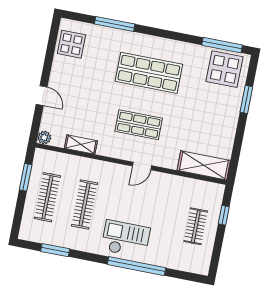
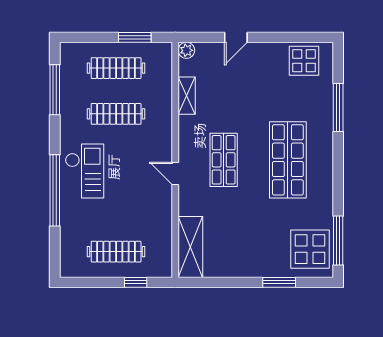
clothes rail: (196, 226) -> (116, 252), width x1.36
window: (55, 250) -> (55, 90), width x1.44

